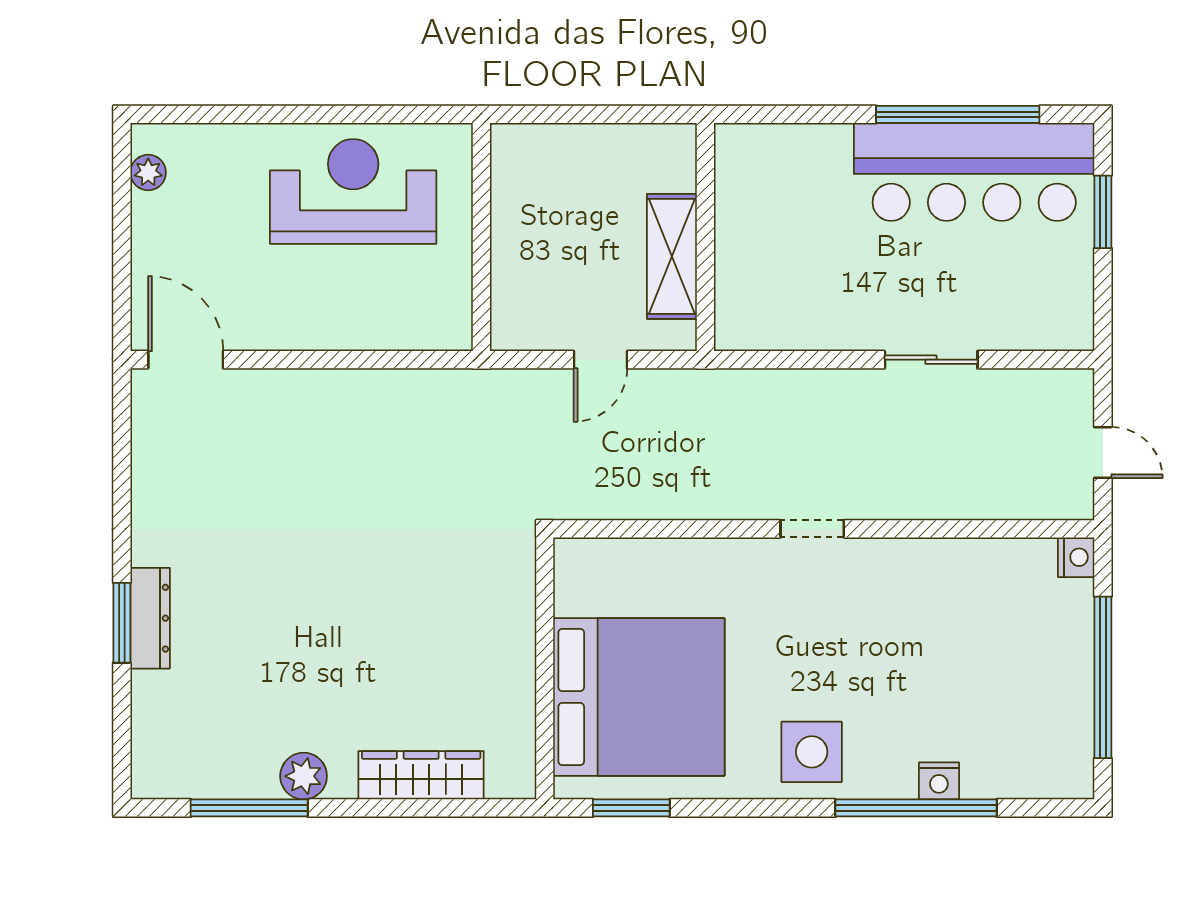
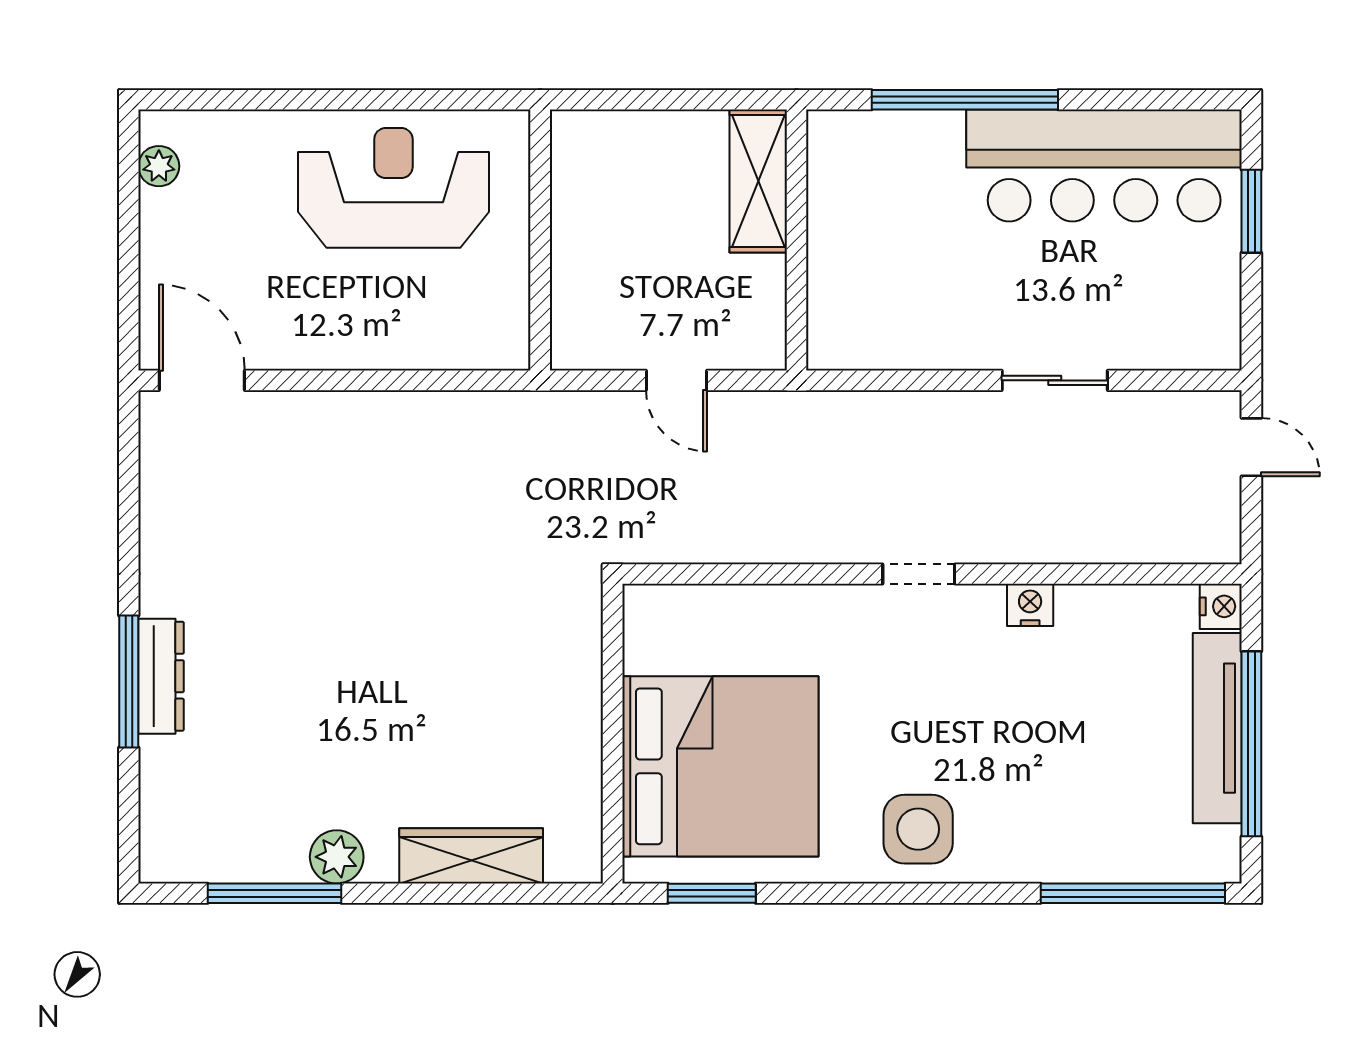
window: (958, 114) -> (965, 100), moved
shelving: (672, 256) -> (758, 181), moved
door: (601, 360) -> (677, 380), hinge flipped
door: (1103, 453) -> (1251, 447), moved
window: (122, 623) -> (129, 682), width x1.44
tv unit: (1073, 664) -> (1217, 728), added
nightstand: (939, 781) -> (1030, 605), moved, turned 180
window: (916, 808) -> (1133, 893), moved

